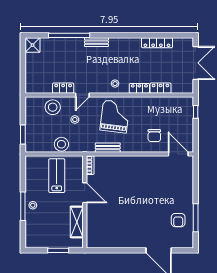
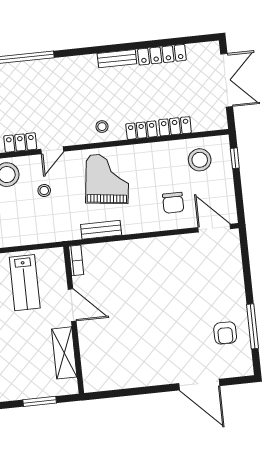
bench: (96, 42) -> (117, 59), moved
stool: (61, 144) -> (200, 160), moved
lab bench: (57, 176) -> (25, 283), turned 180

